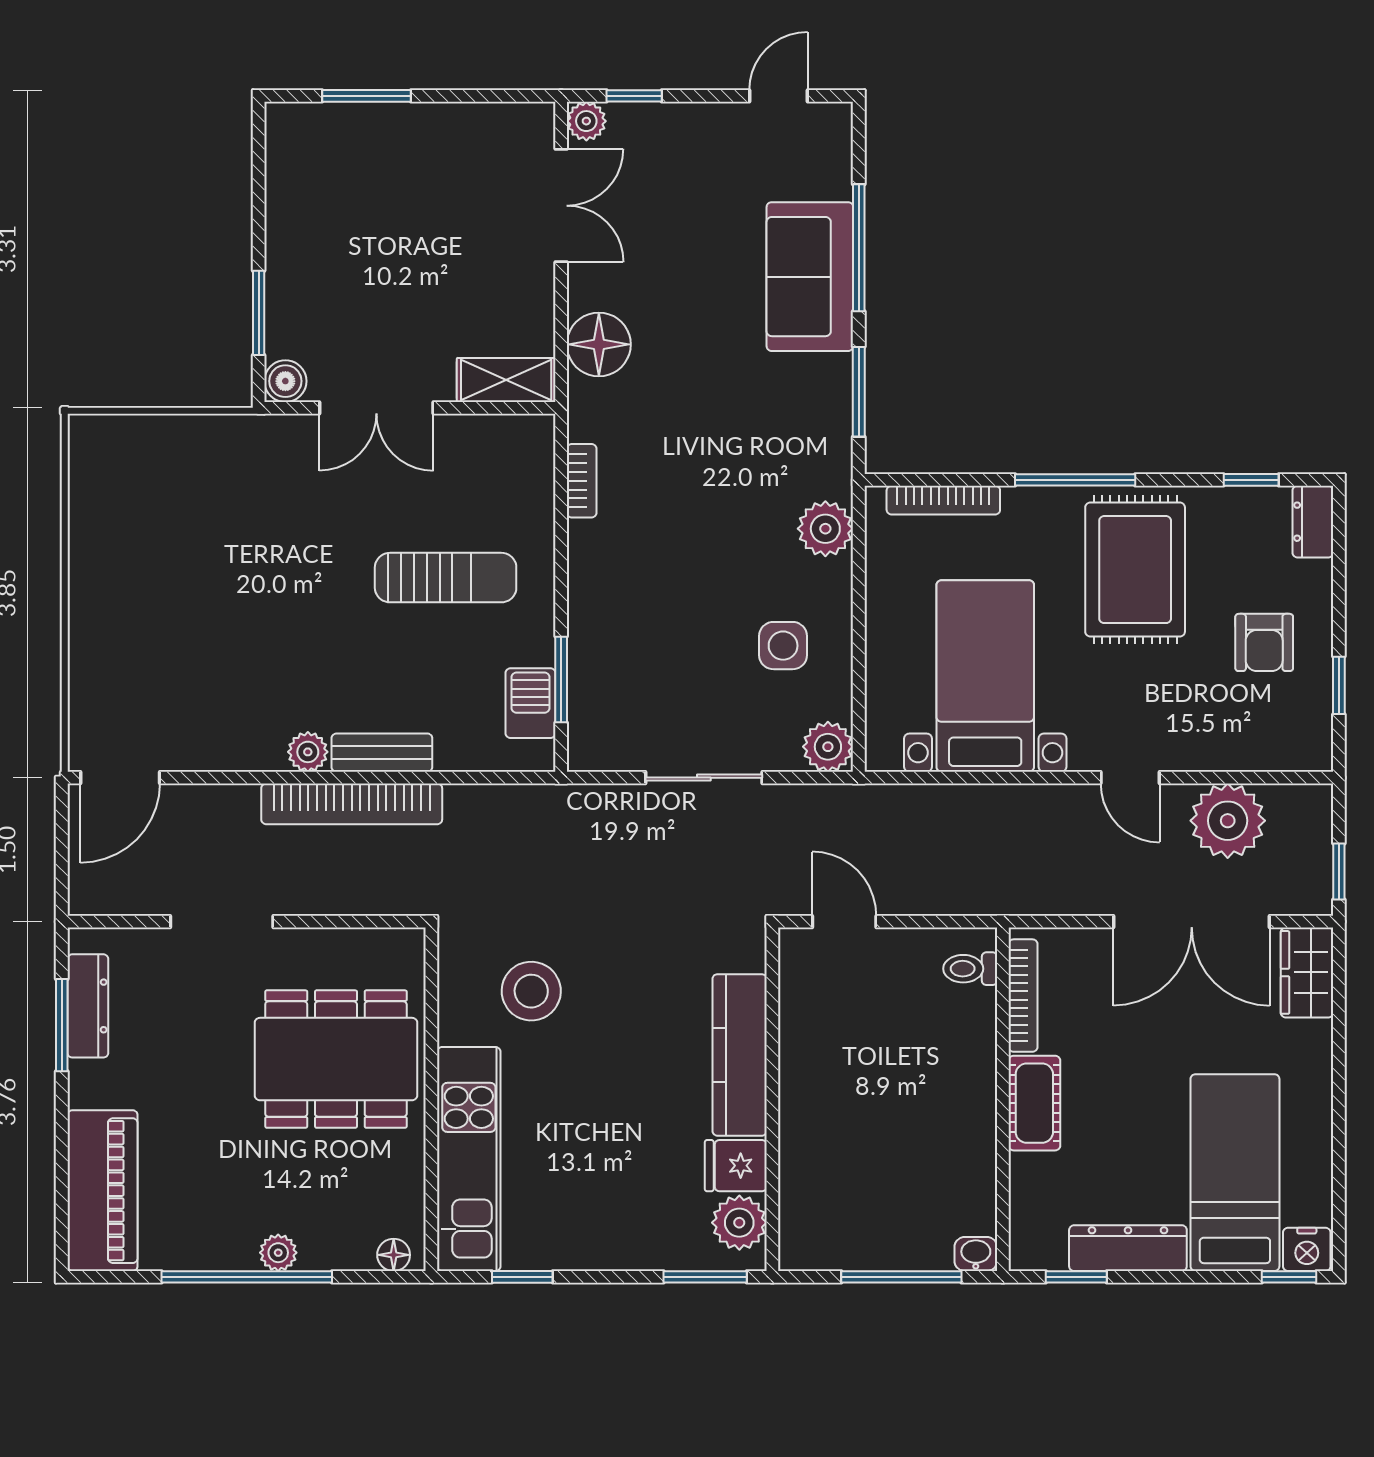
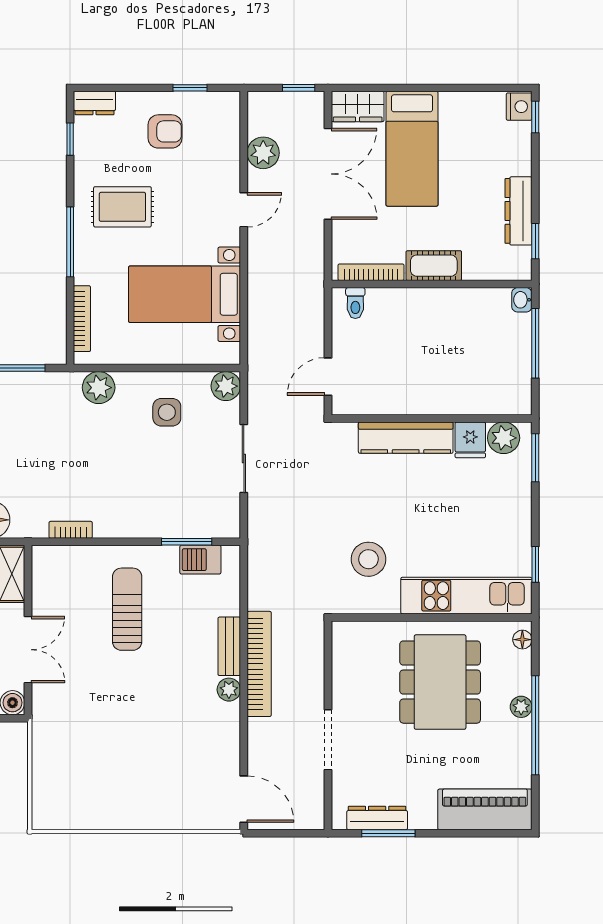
rug: (1135, 570) -> (122, 207), width x0.73, depth x0.70
plant: (1228, 821) -> (263, 153), width x0.73, depth x0.73
dining table: (336, 1059) -> (440, 682), moved
bed: (1235, 1173) -> (412, 149), moved, turned -90

